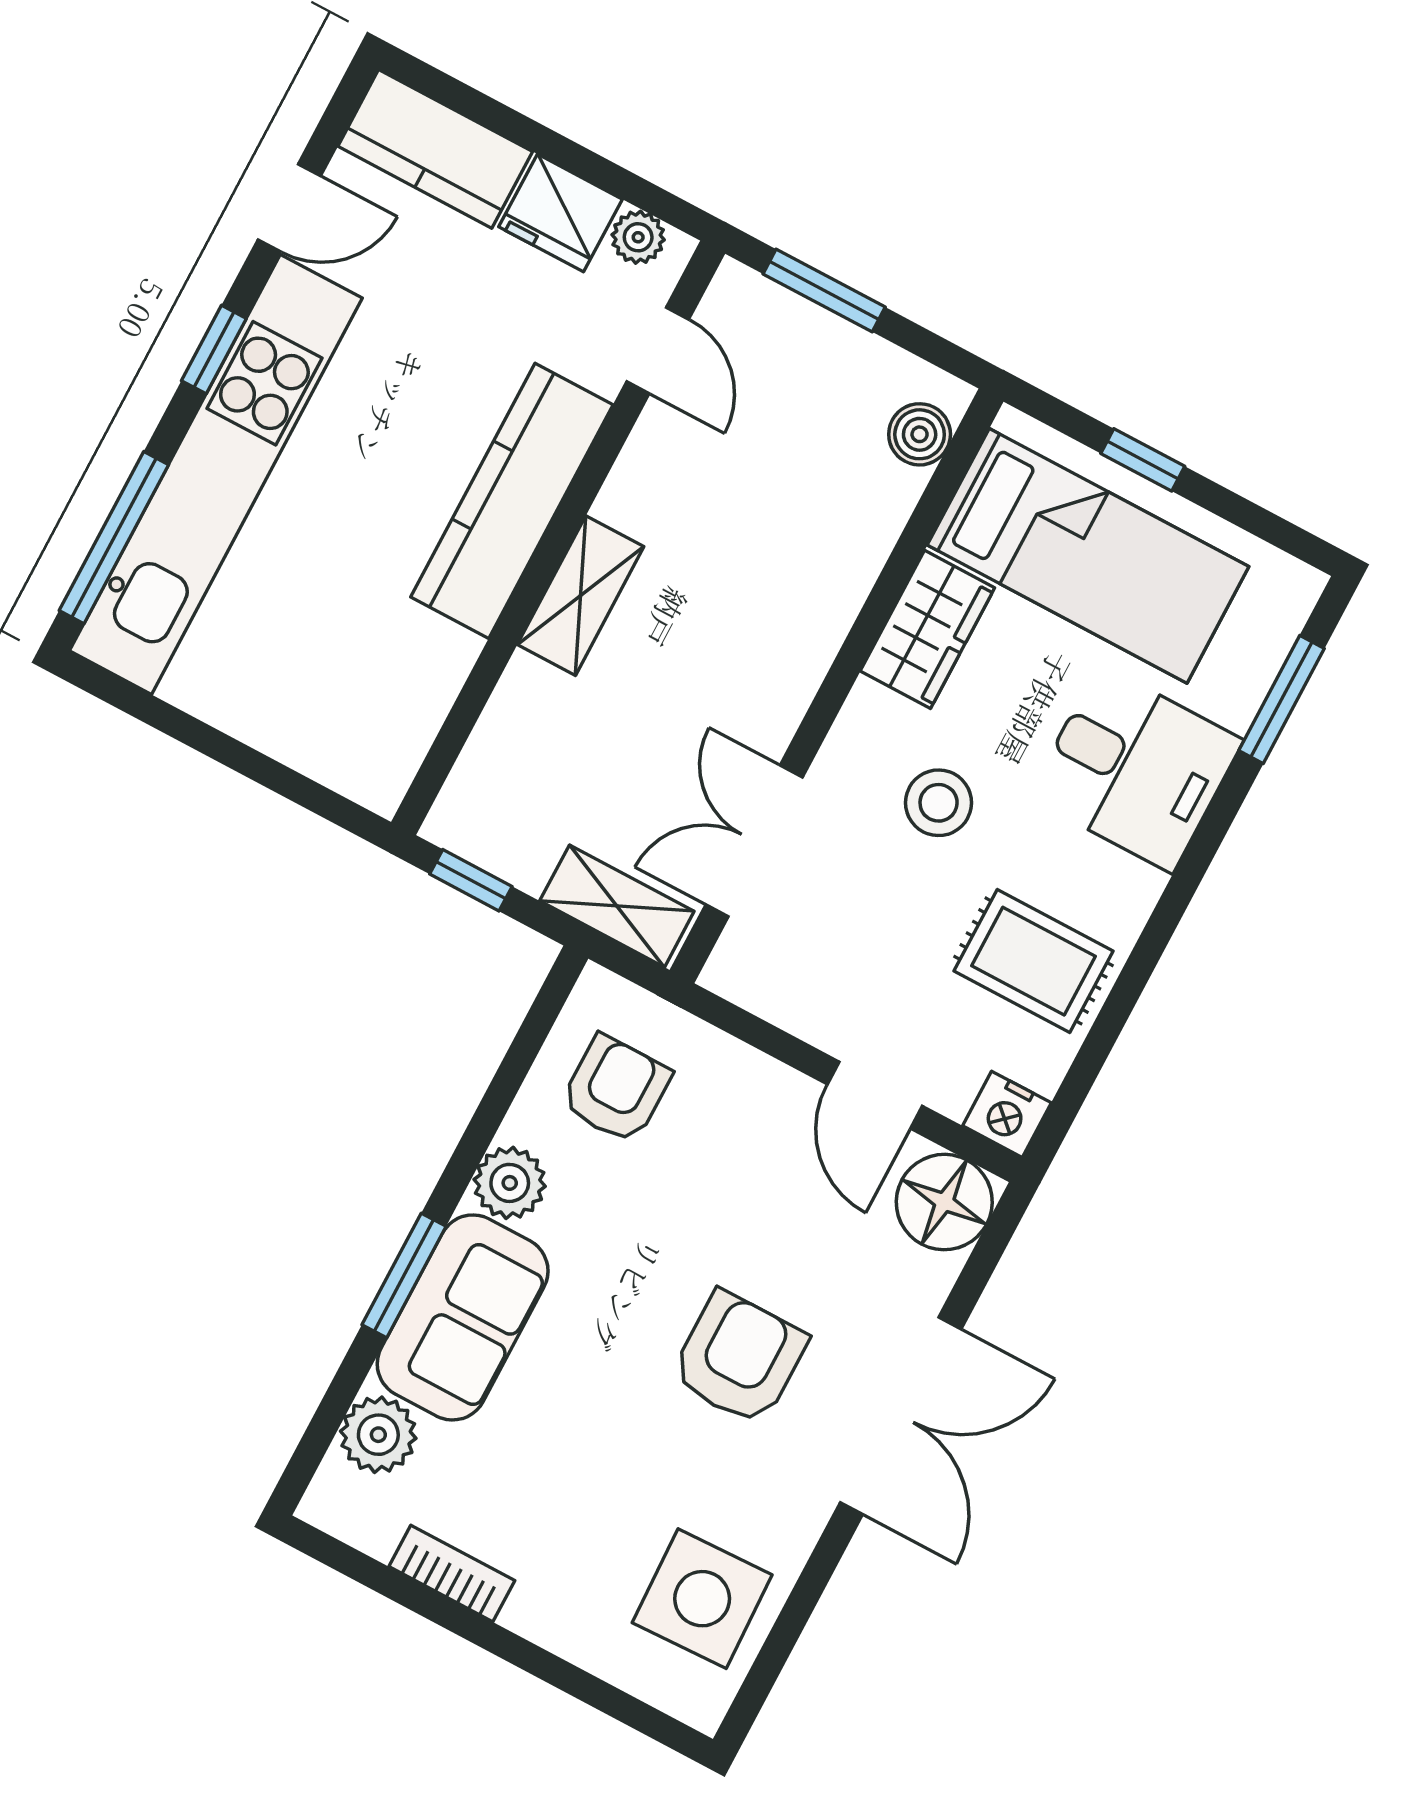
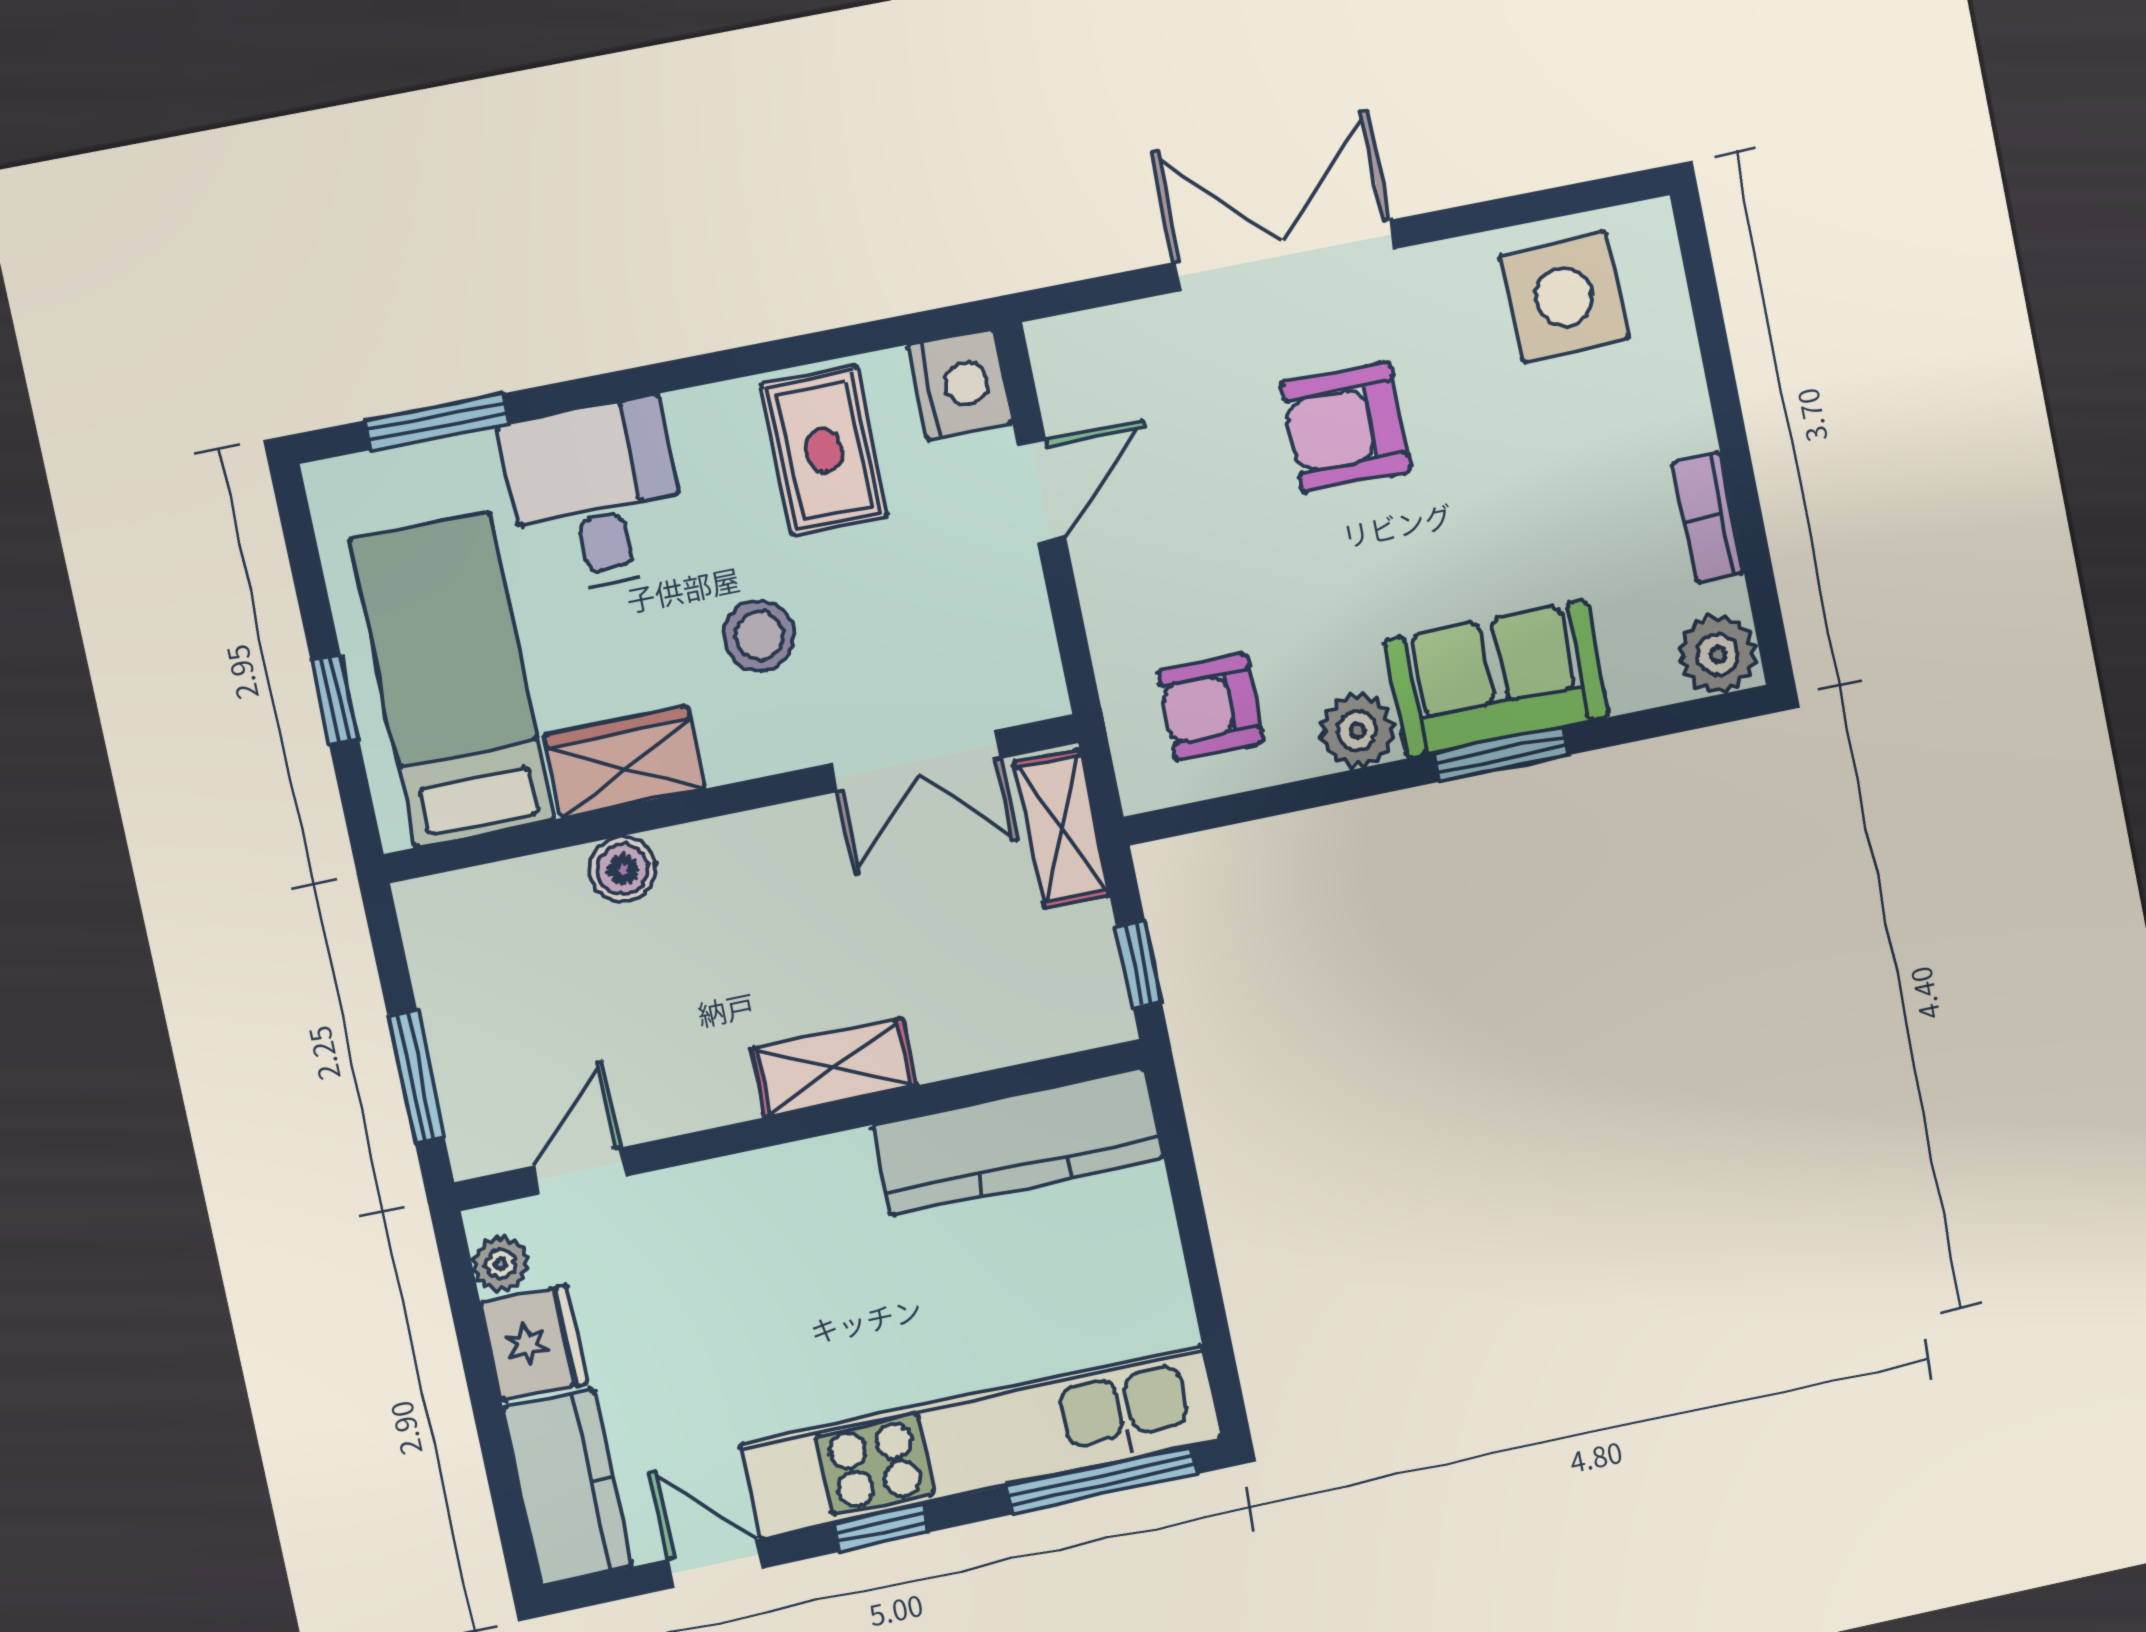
boiler: (920, 434) -> (623, 869), moved
kitchen counter: (512, 501) -> (1018, 1142), moved
nightstand: (1007, 1114) -> (960, 384), width x1.36, depth x1.33
floor lamp: (944, 1202) -> (1082, 362), removed
plant: (378, 1435) -> (1718, 654), moved

